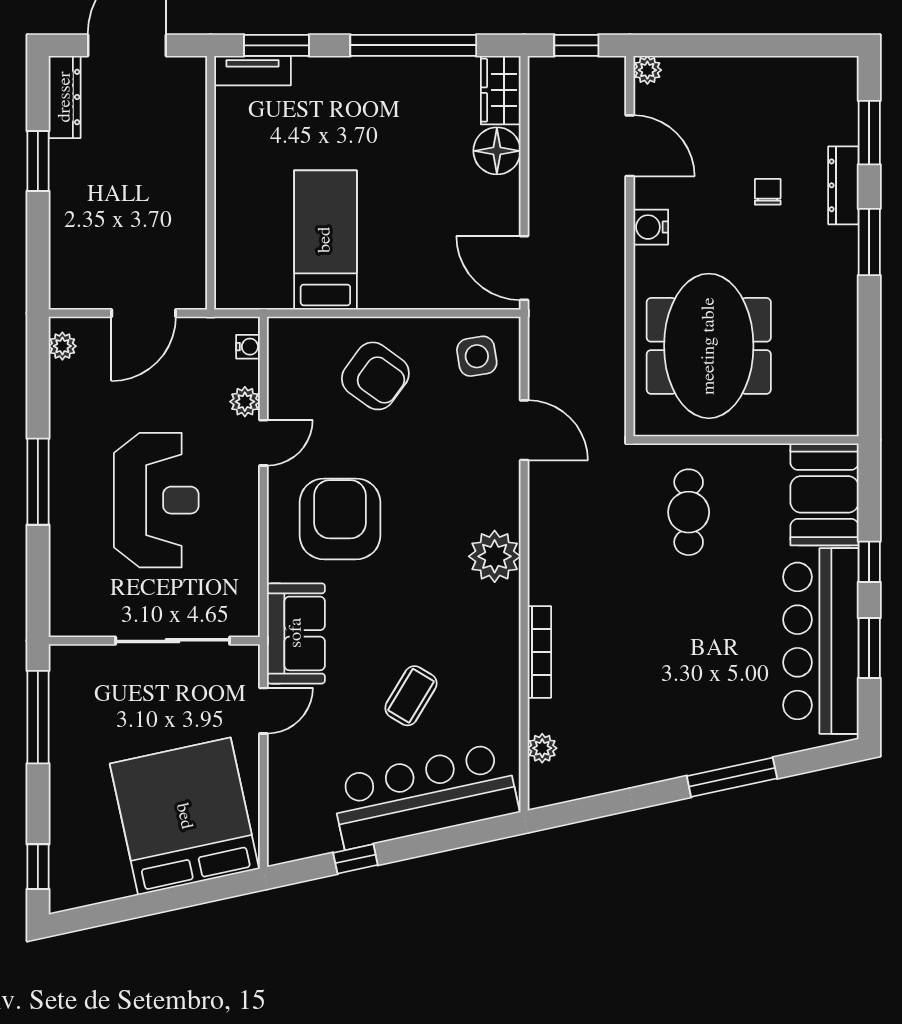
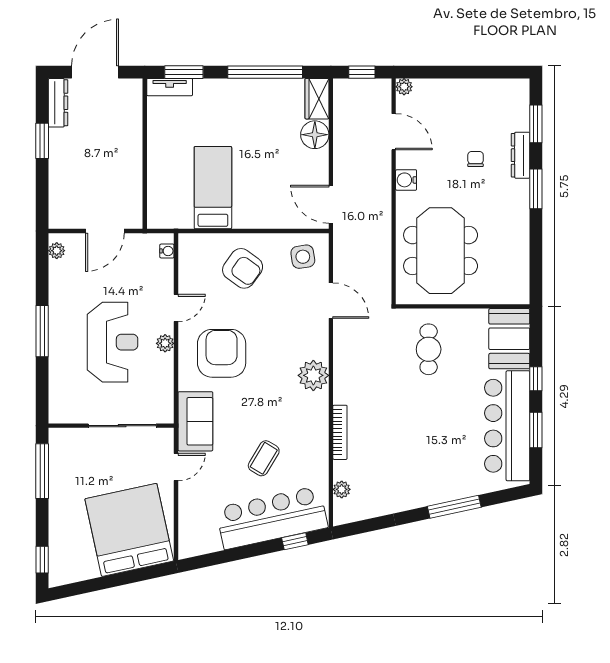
plant: (245, 402) -> (165, 343), moved
window: (355, 859) -> (295, 541), moved

